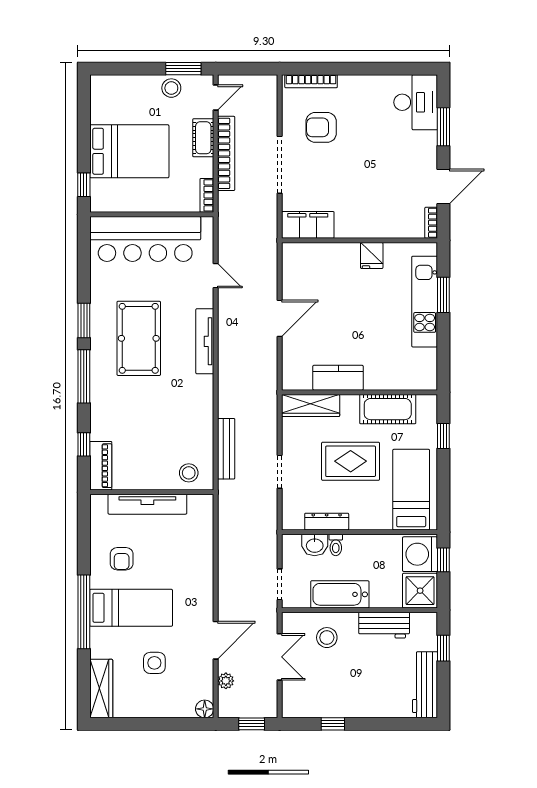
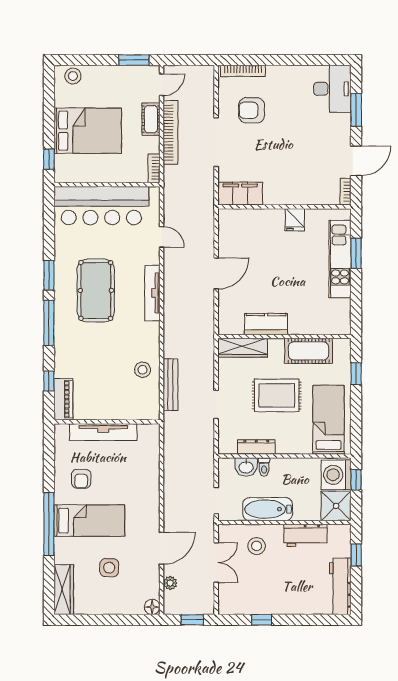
stool: (171, 88) -> (73, 76), moved
stool: (189, 473) -> (143, 370), moved

